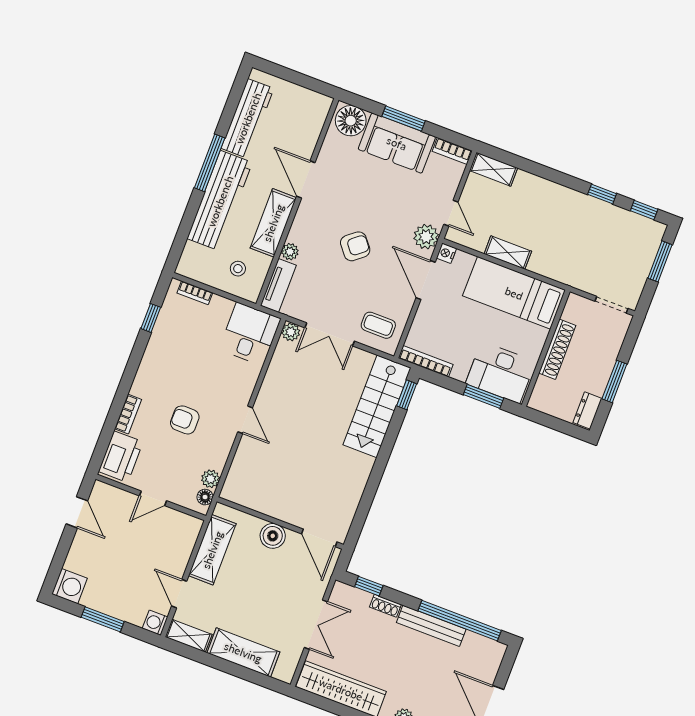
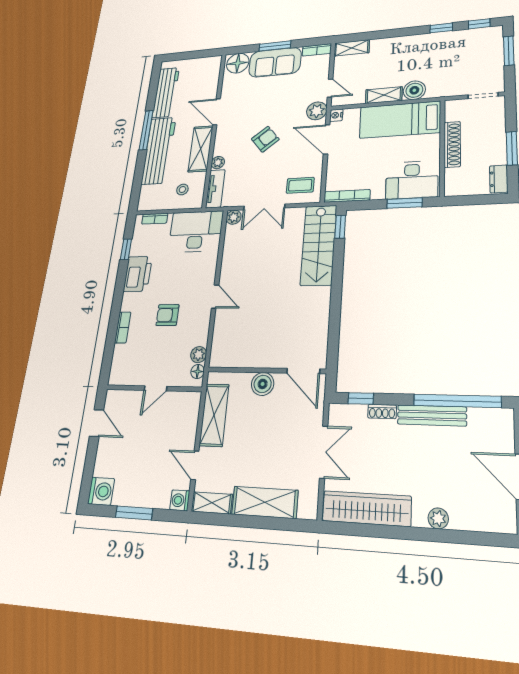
boiler: (543, 263) -> (414, 90), added
desk: (250, 334) -> (196, 231), width x1.37
printer: (121, 457) -> (138, 274), moved

